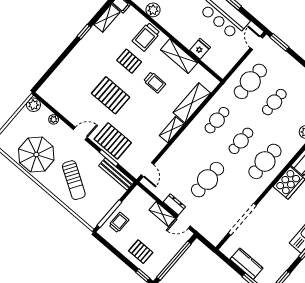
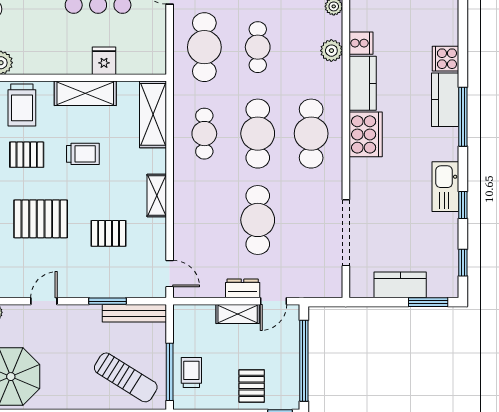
shelving: (192, 103) -> (153, 114), moved
pallet: (113, 141) -> (109, 233), moved, width x0.67, depth x0.71
cafe table: (241, 141) -> (258, 134), width x1.37, depth x1.35
sun lounger: (74, 180) -> (126, 377), moved
pallet: (141, 252) -> (252, 386), turned 90

